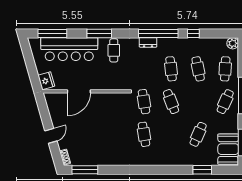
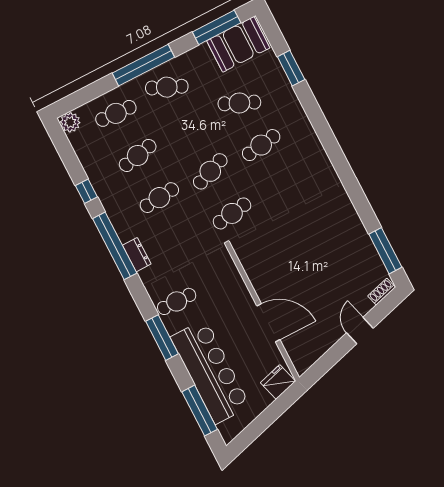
cafe table: (144, 134) -> (261, 145), moved
door: (51, 136) -> (360, 331), hinge flipped

